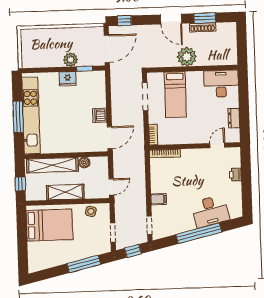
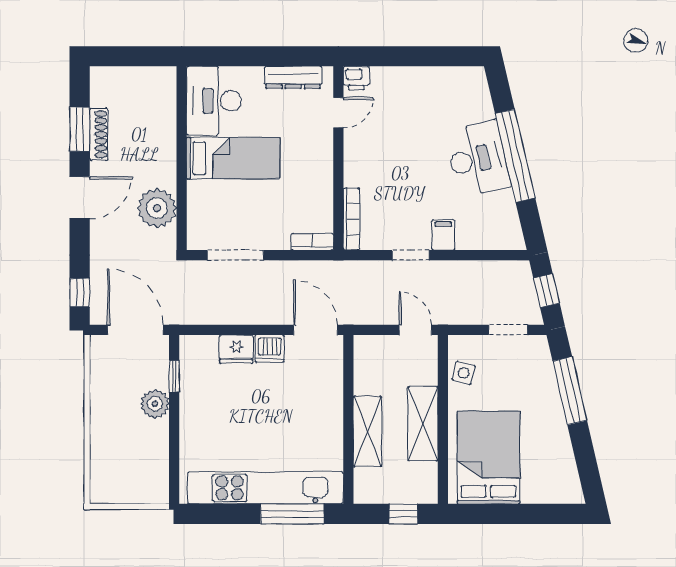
plant: (187, 57) -> (157, 208), moved
fridge: (68, 79) -> (236, 349), moved, turned 90
bed: (175, 95) -> (233, 158), moved
window: (18, 117) -> (292, 514), moved
dresser: (234, 118) -> (293, 77), width x1.44
door: (217, 145) -> (338, 113), swing flipped
boiler: (84, 163) -> (364, 383), removed
shelving: (52, 165) -> (367, 431), width x0.68
printer: (235, 175) -> (356, 78), moved
desk: (210, 211) -> (478, 159), moved
doorway: (149, 225) -> (411, 255), moved

